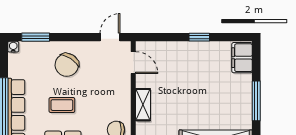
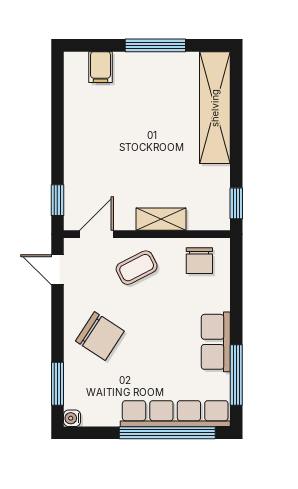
window: (199, 37) -> (57, 200), moved
filing cabinet: (242, 58) -> (100, 67), width x0.50
coffee table: (62, 105) -> (137, 268), moved, turned 63

